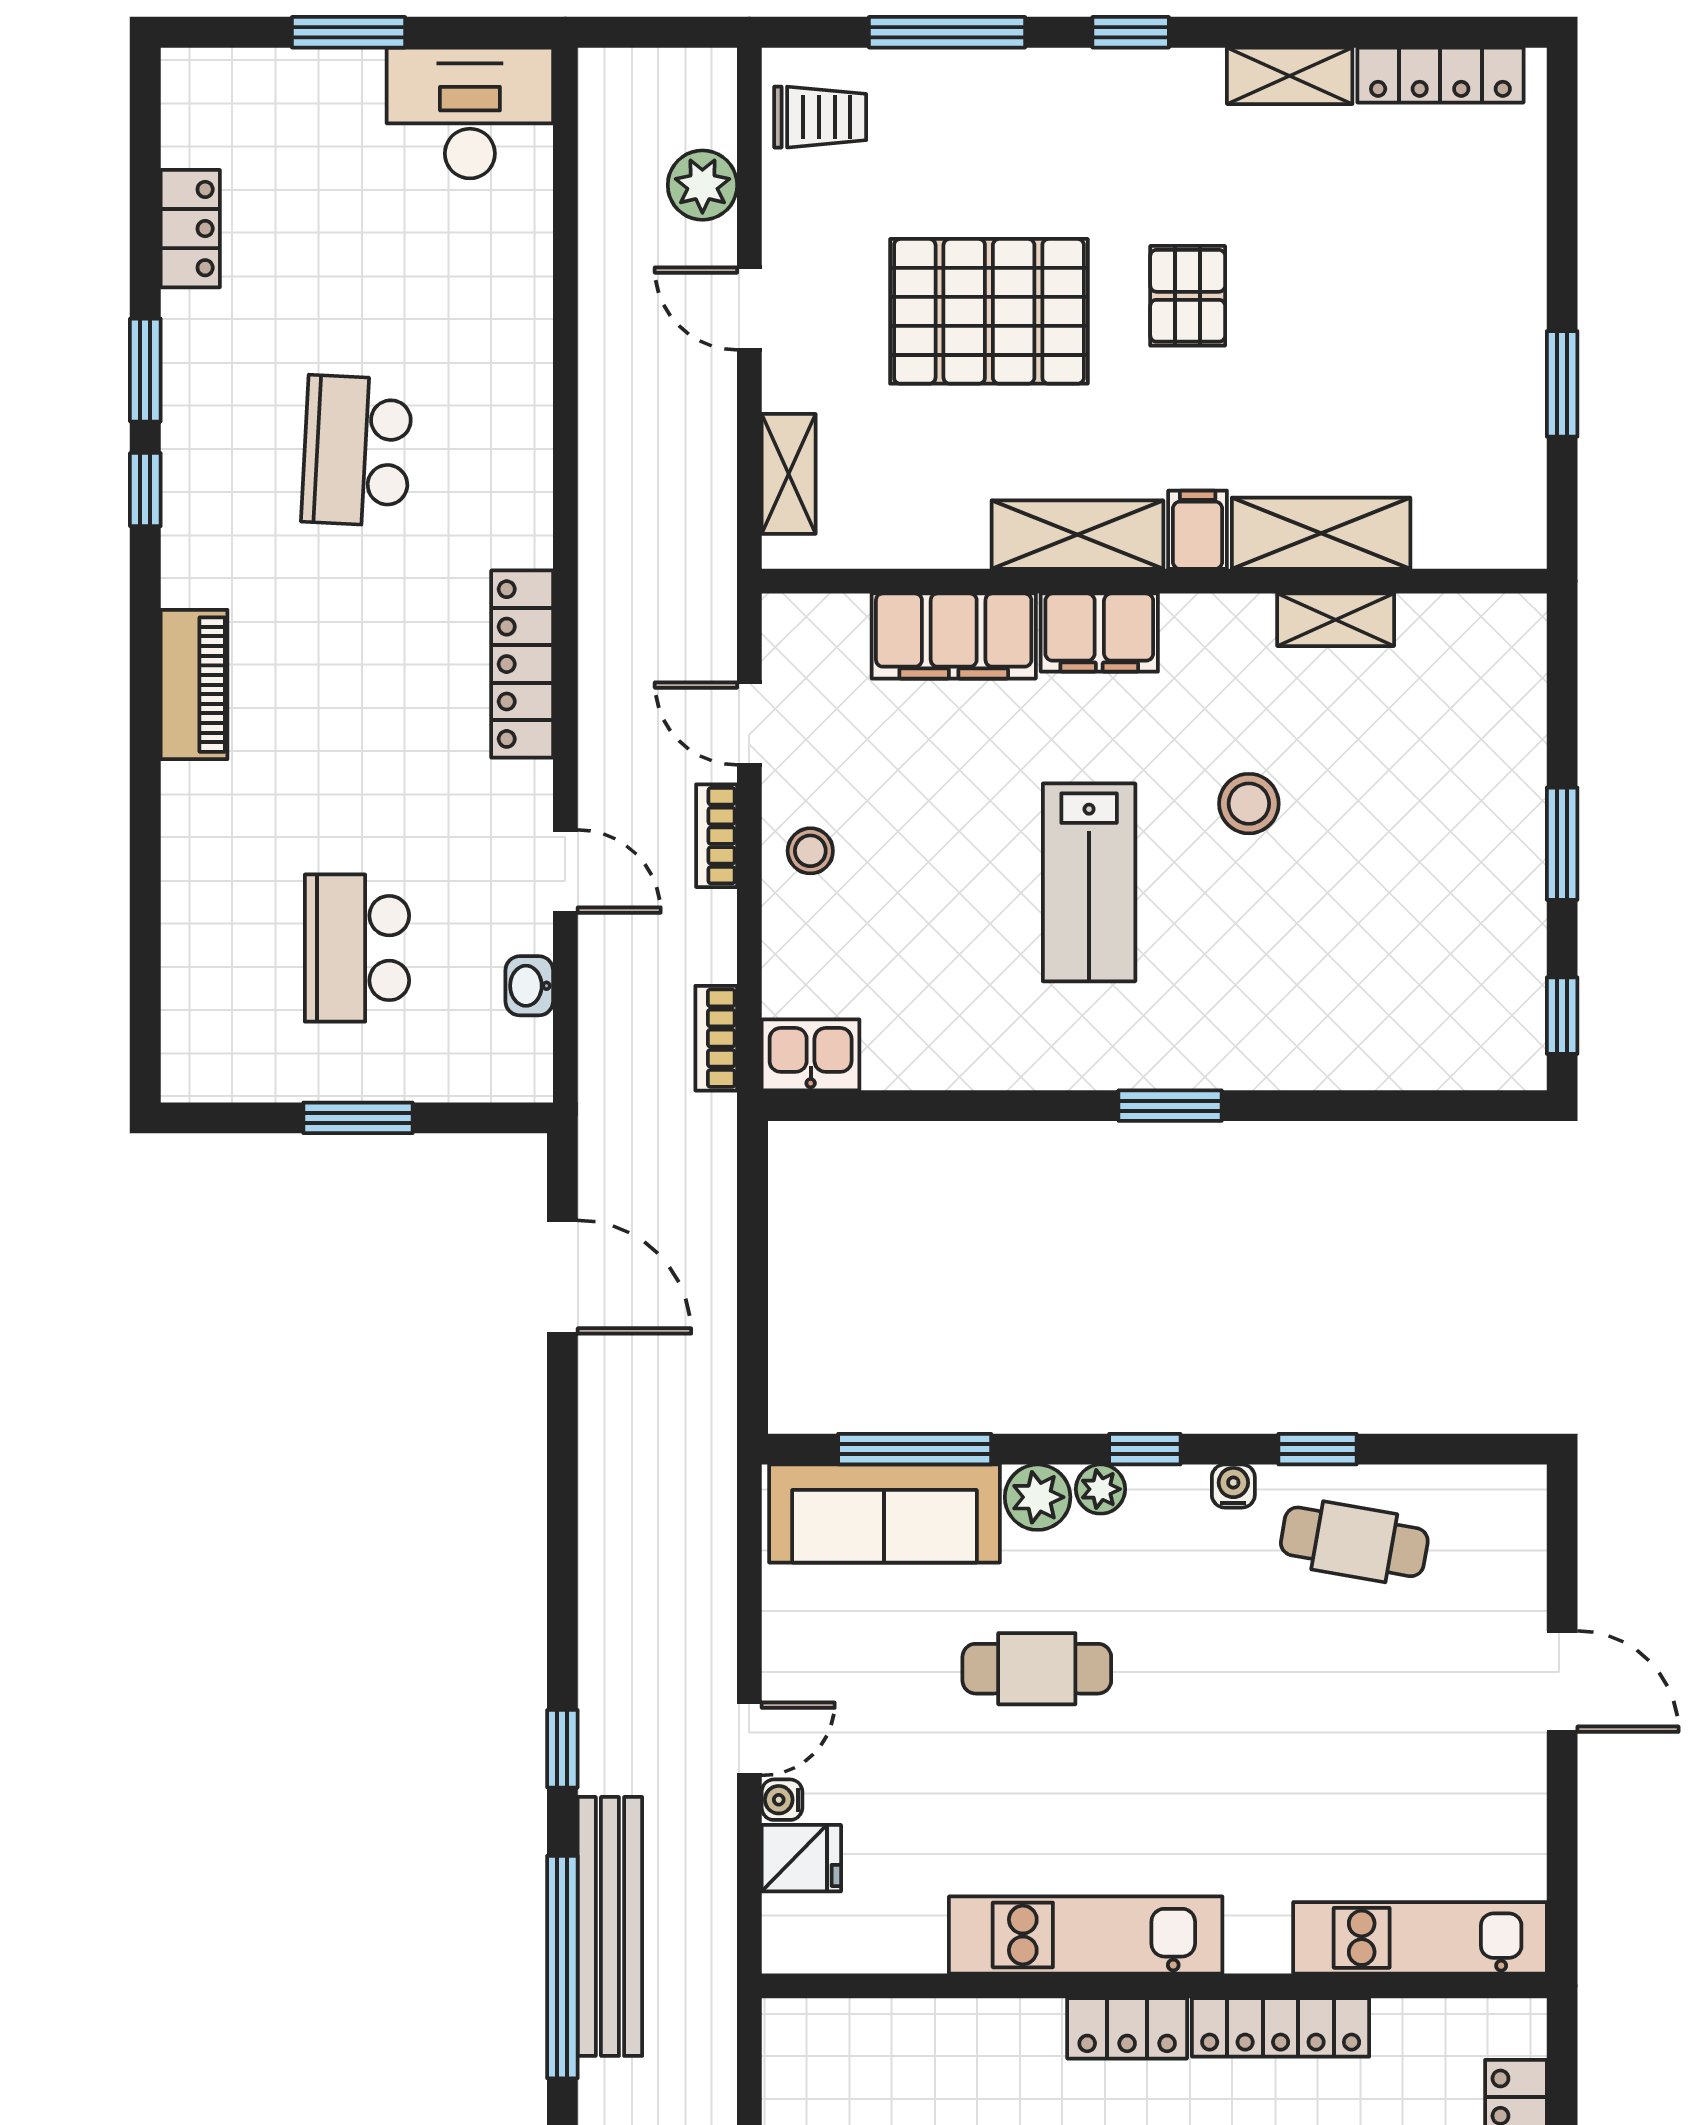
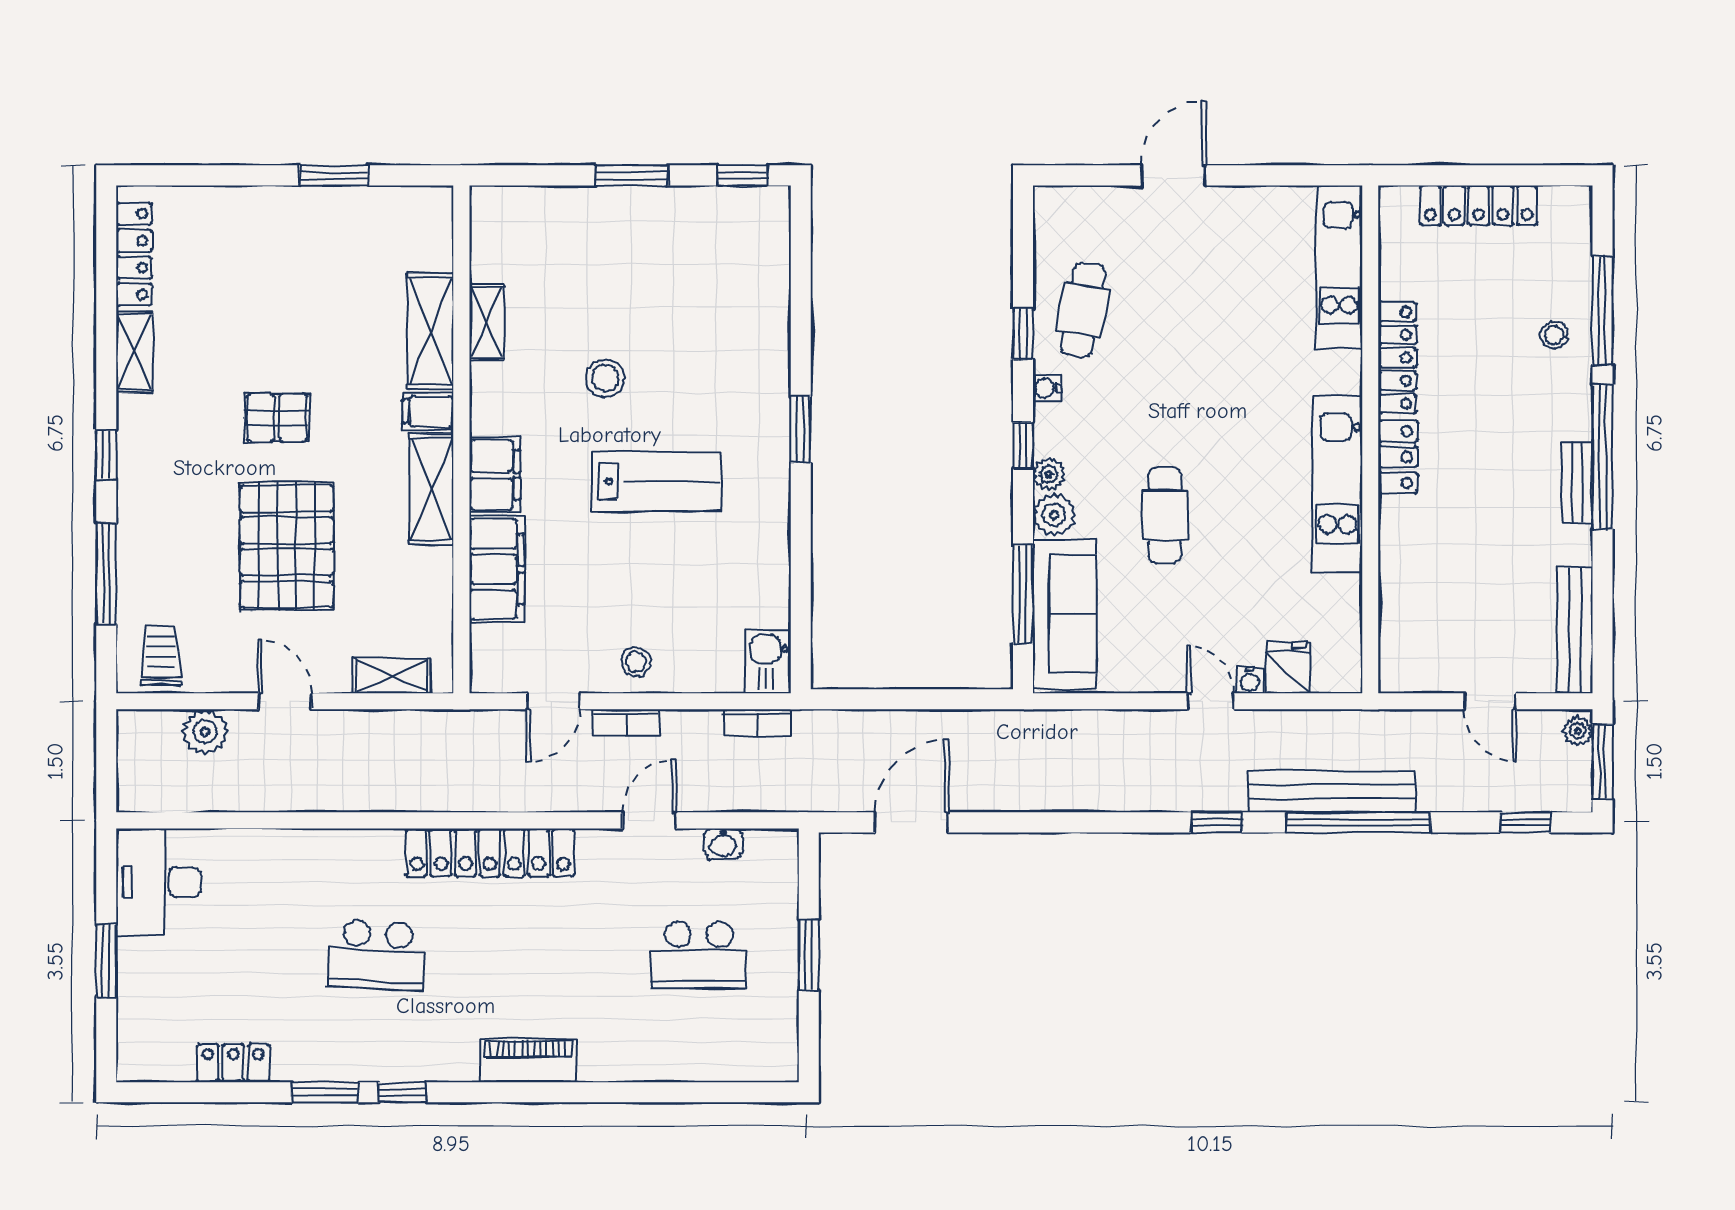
door: (749, 309) -> (285, 701), swing flipped
locker: (522, 664) -> (490, 853), width x1.41, depth x1.21

